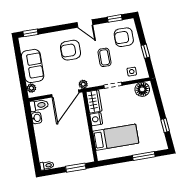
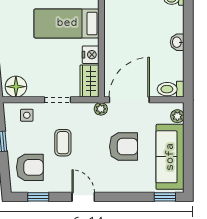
armchair: (70, 50) -> (124, 147), moved
sofa: (33, 66) -> (170, 157), width x1.36
washbasin: (37, 118) -> (177, 42), moved

